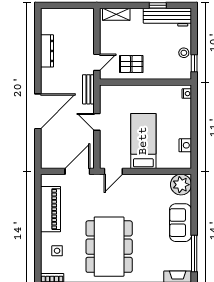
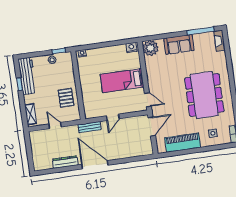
door: (97, 62) -> (55, 126), moved
door: (38, 111) -> (95, 165), moved
nightstand: (185, 145) -> (131, 47), moved
door: (77, 171) -> (152, 127), swing flipped
dining table: (109, 247) -> (204, 95), turned 90

